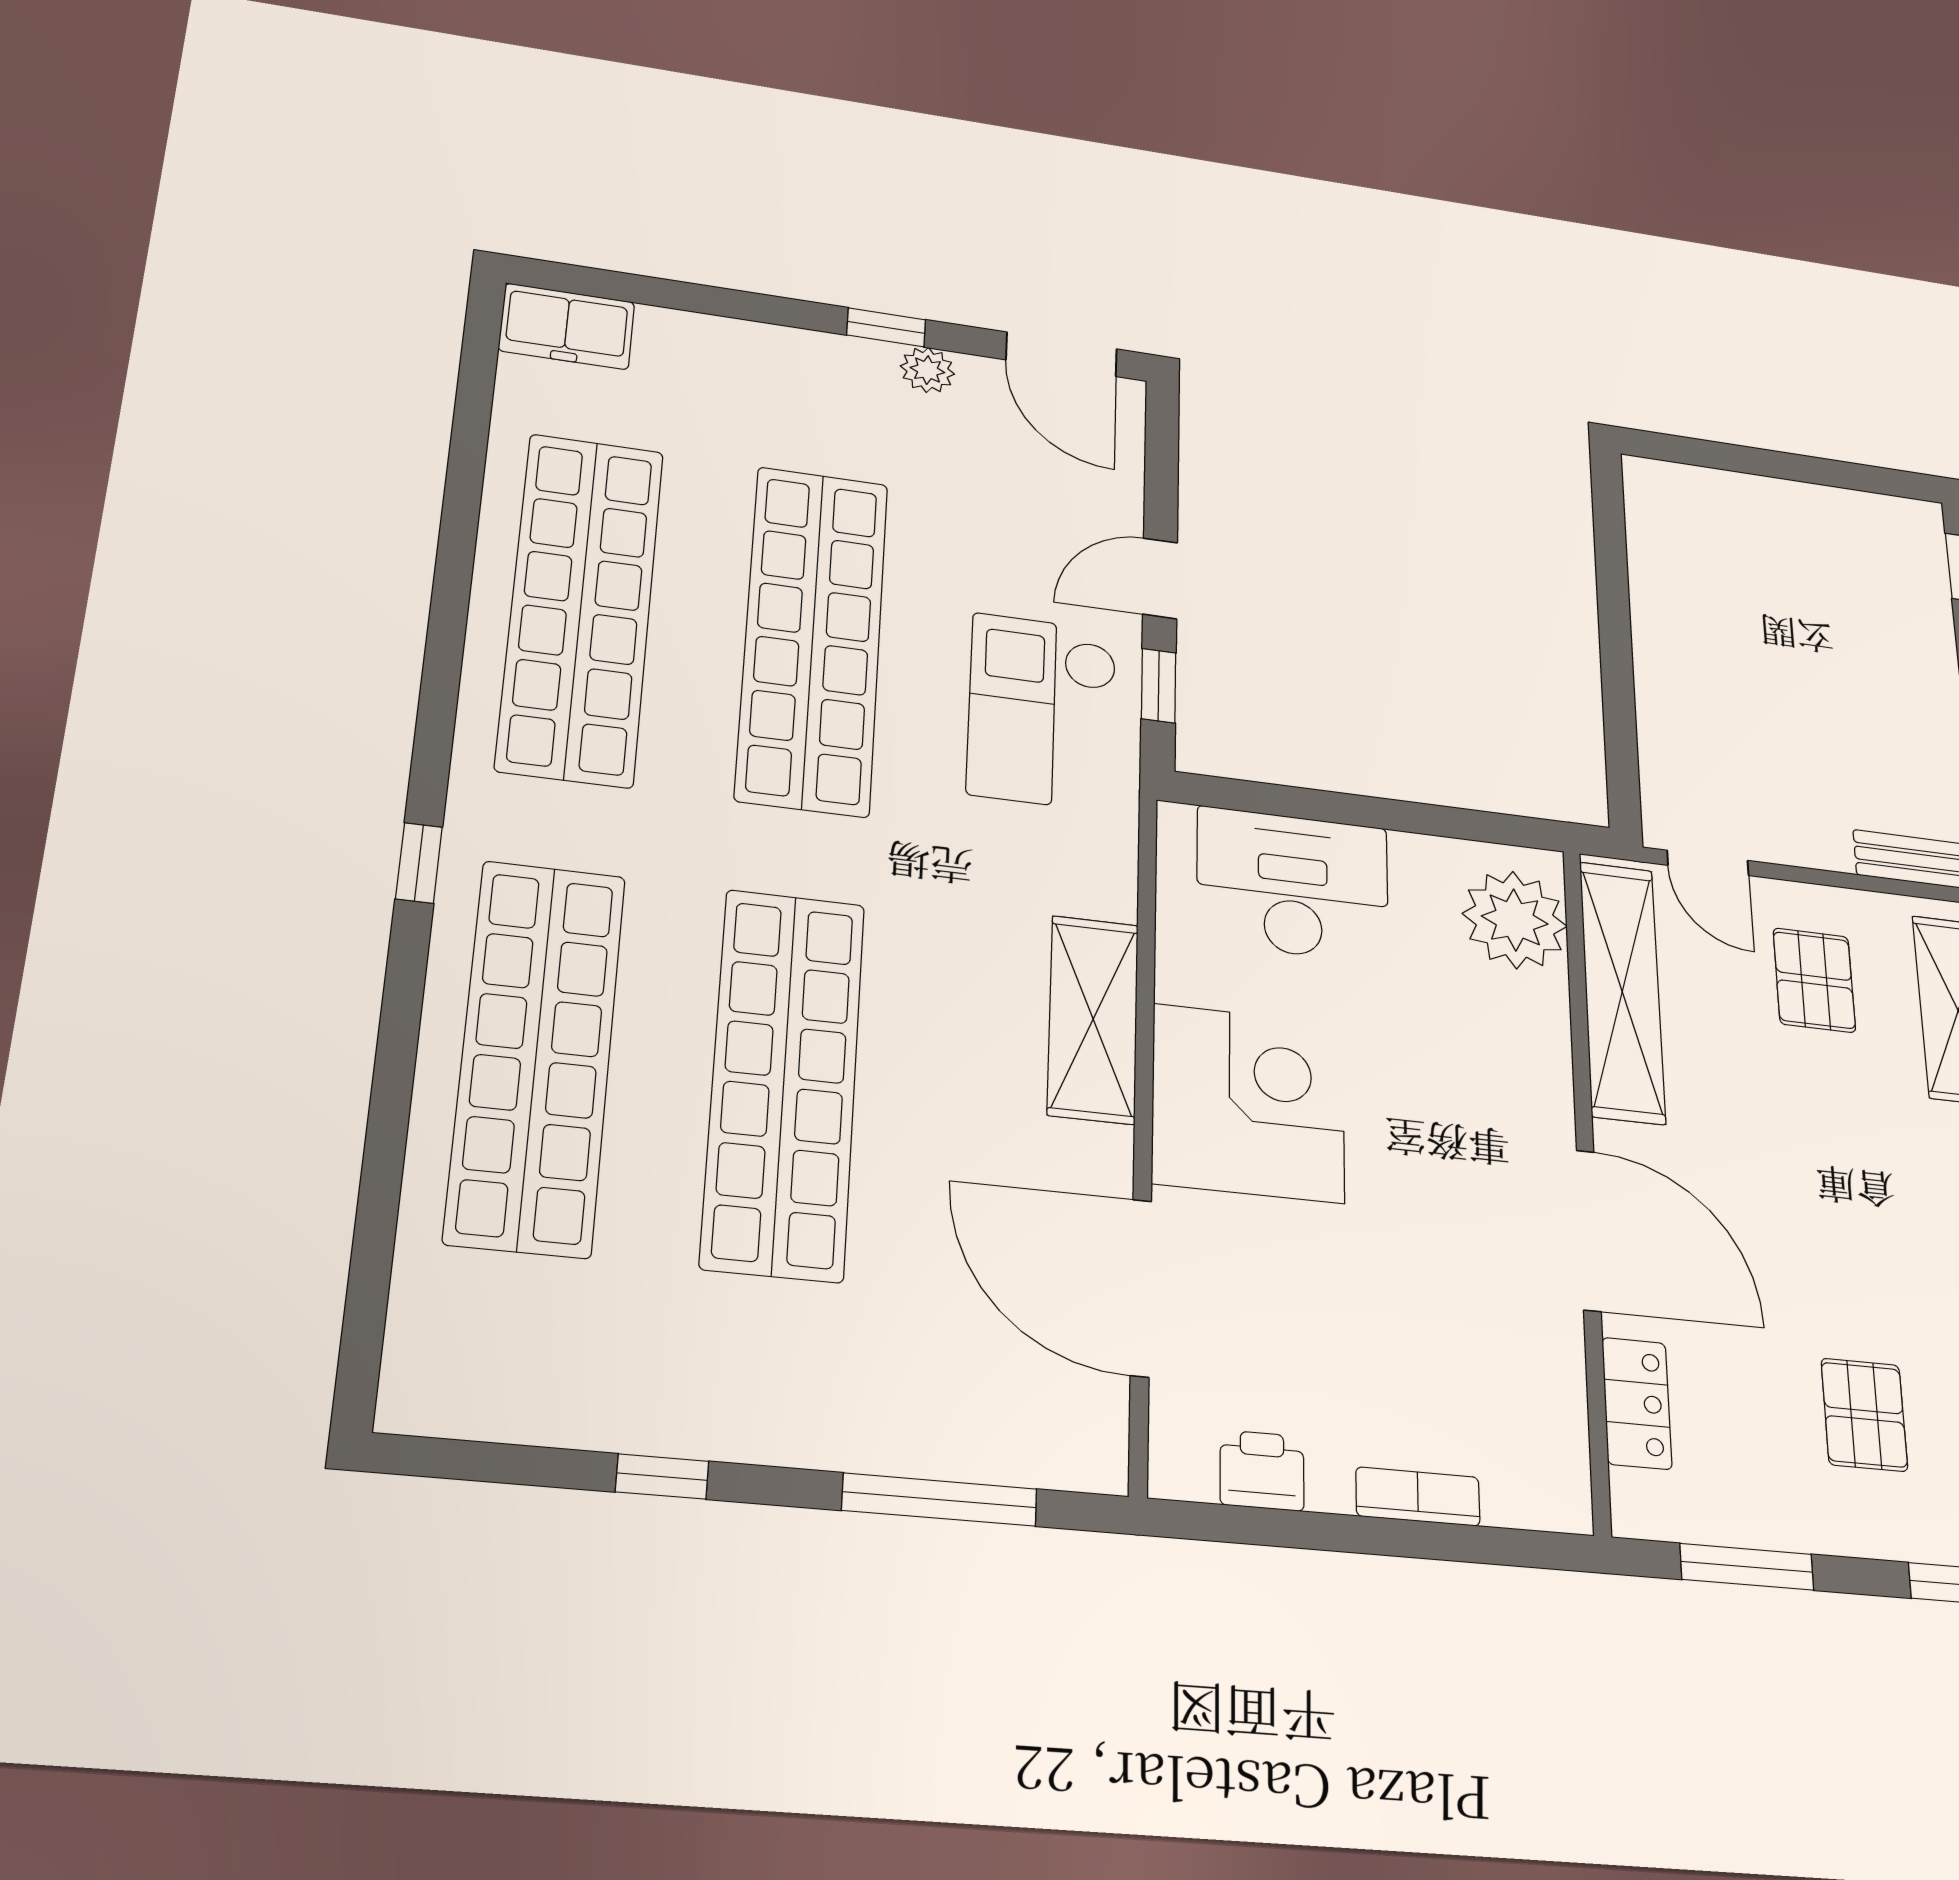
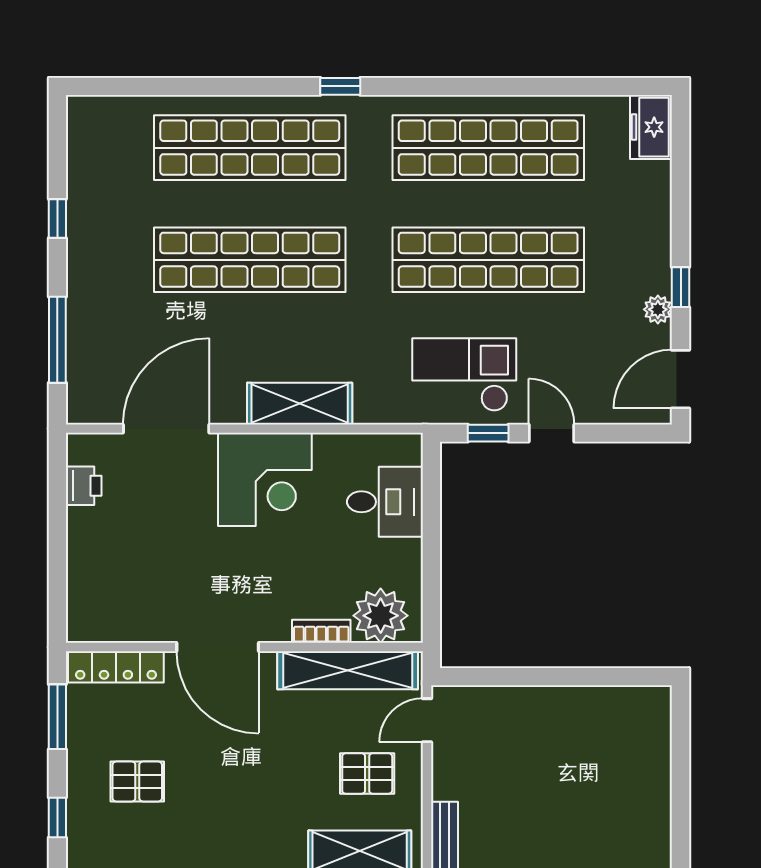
desk: (1293, 885) -> (385, 502), width x0.73
door: (1589, 1230) -> (218, 647), hinge flipped
locker: (1637, 1403) -> (116, 667), width x1.53
bookcase: (1418, 1497) -> (321, 631), moved, turned -90

